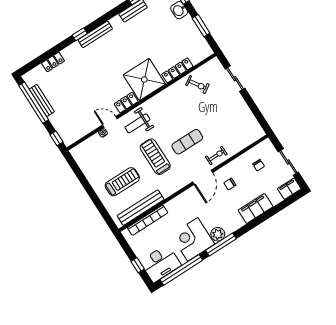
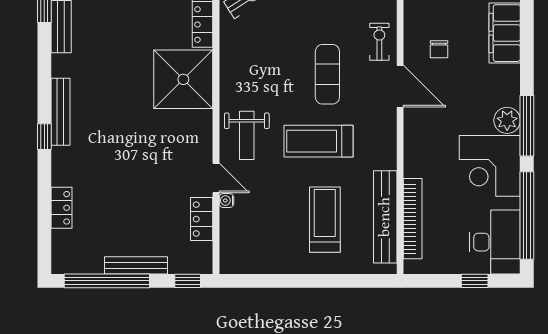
bench: (42, 100) -> (136, 265), moved
locker: (126, 103) -> (202, 219), moved
door: (110, 122) -> (216, 178), swing flipped

